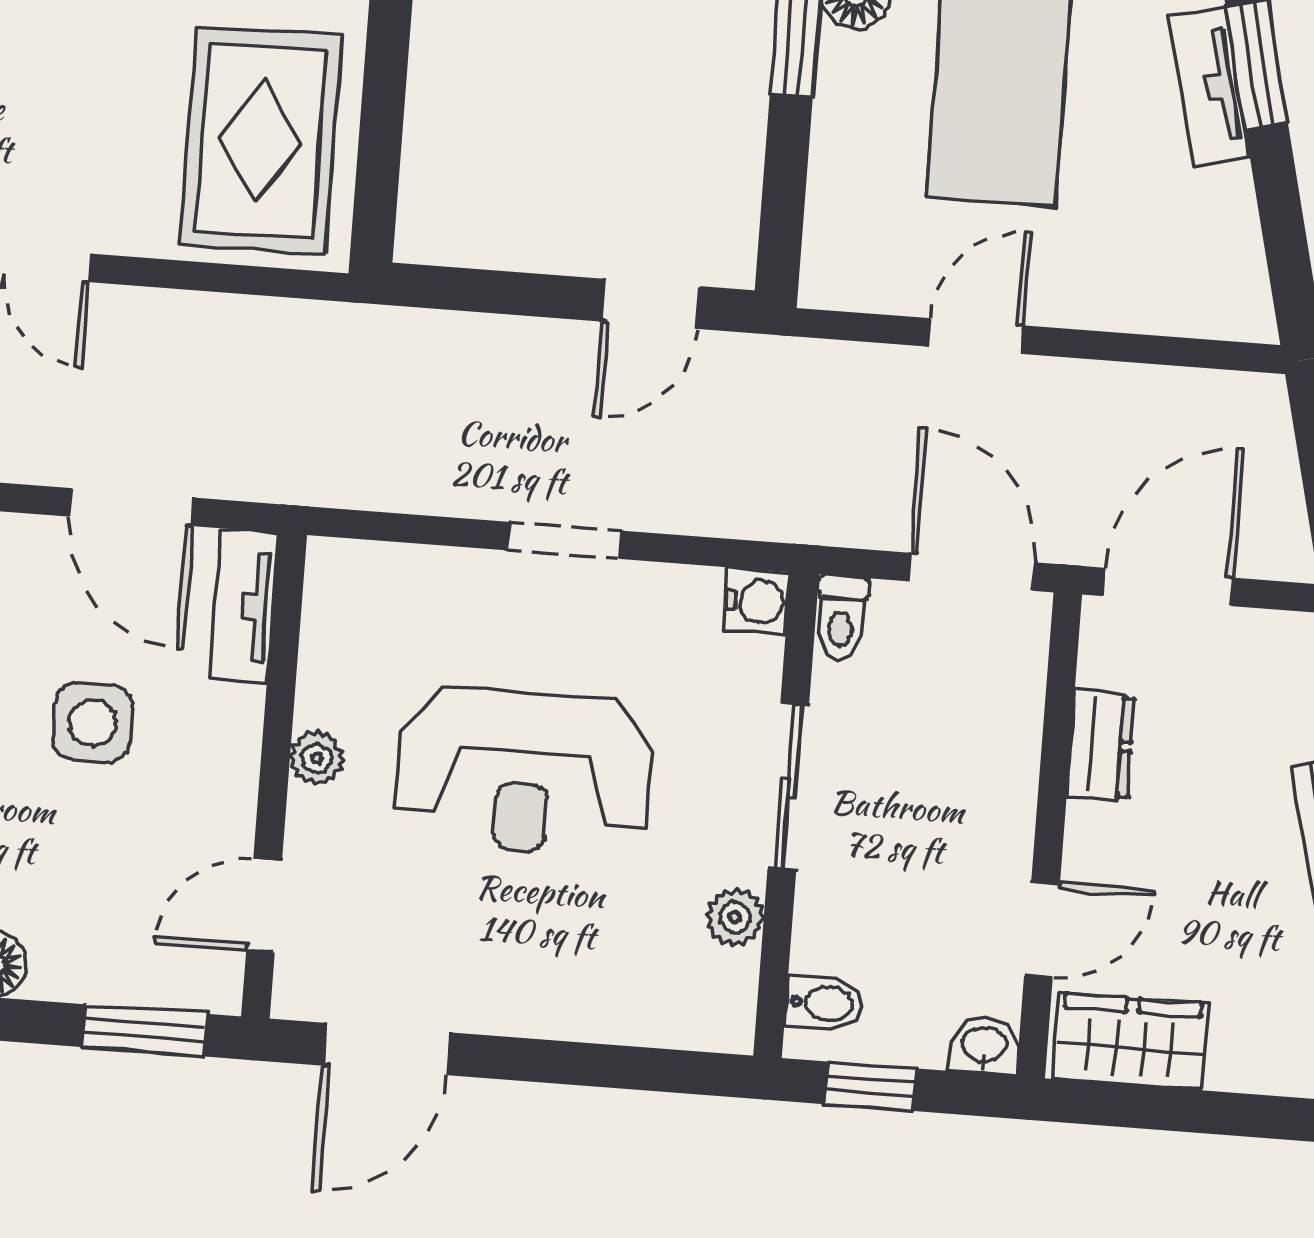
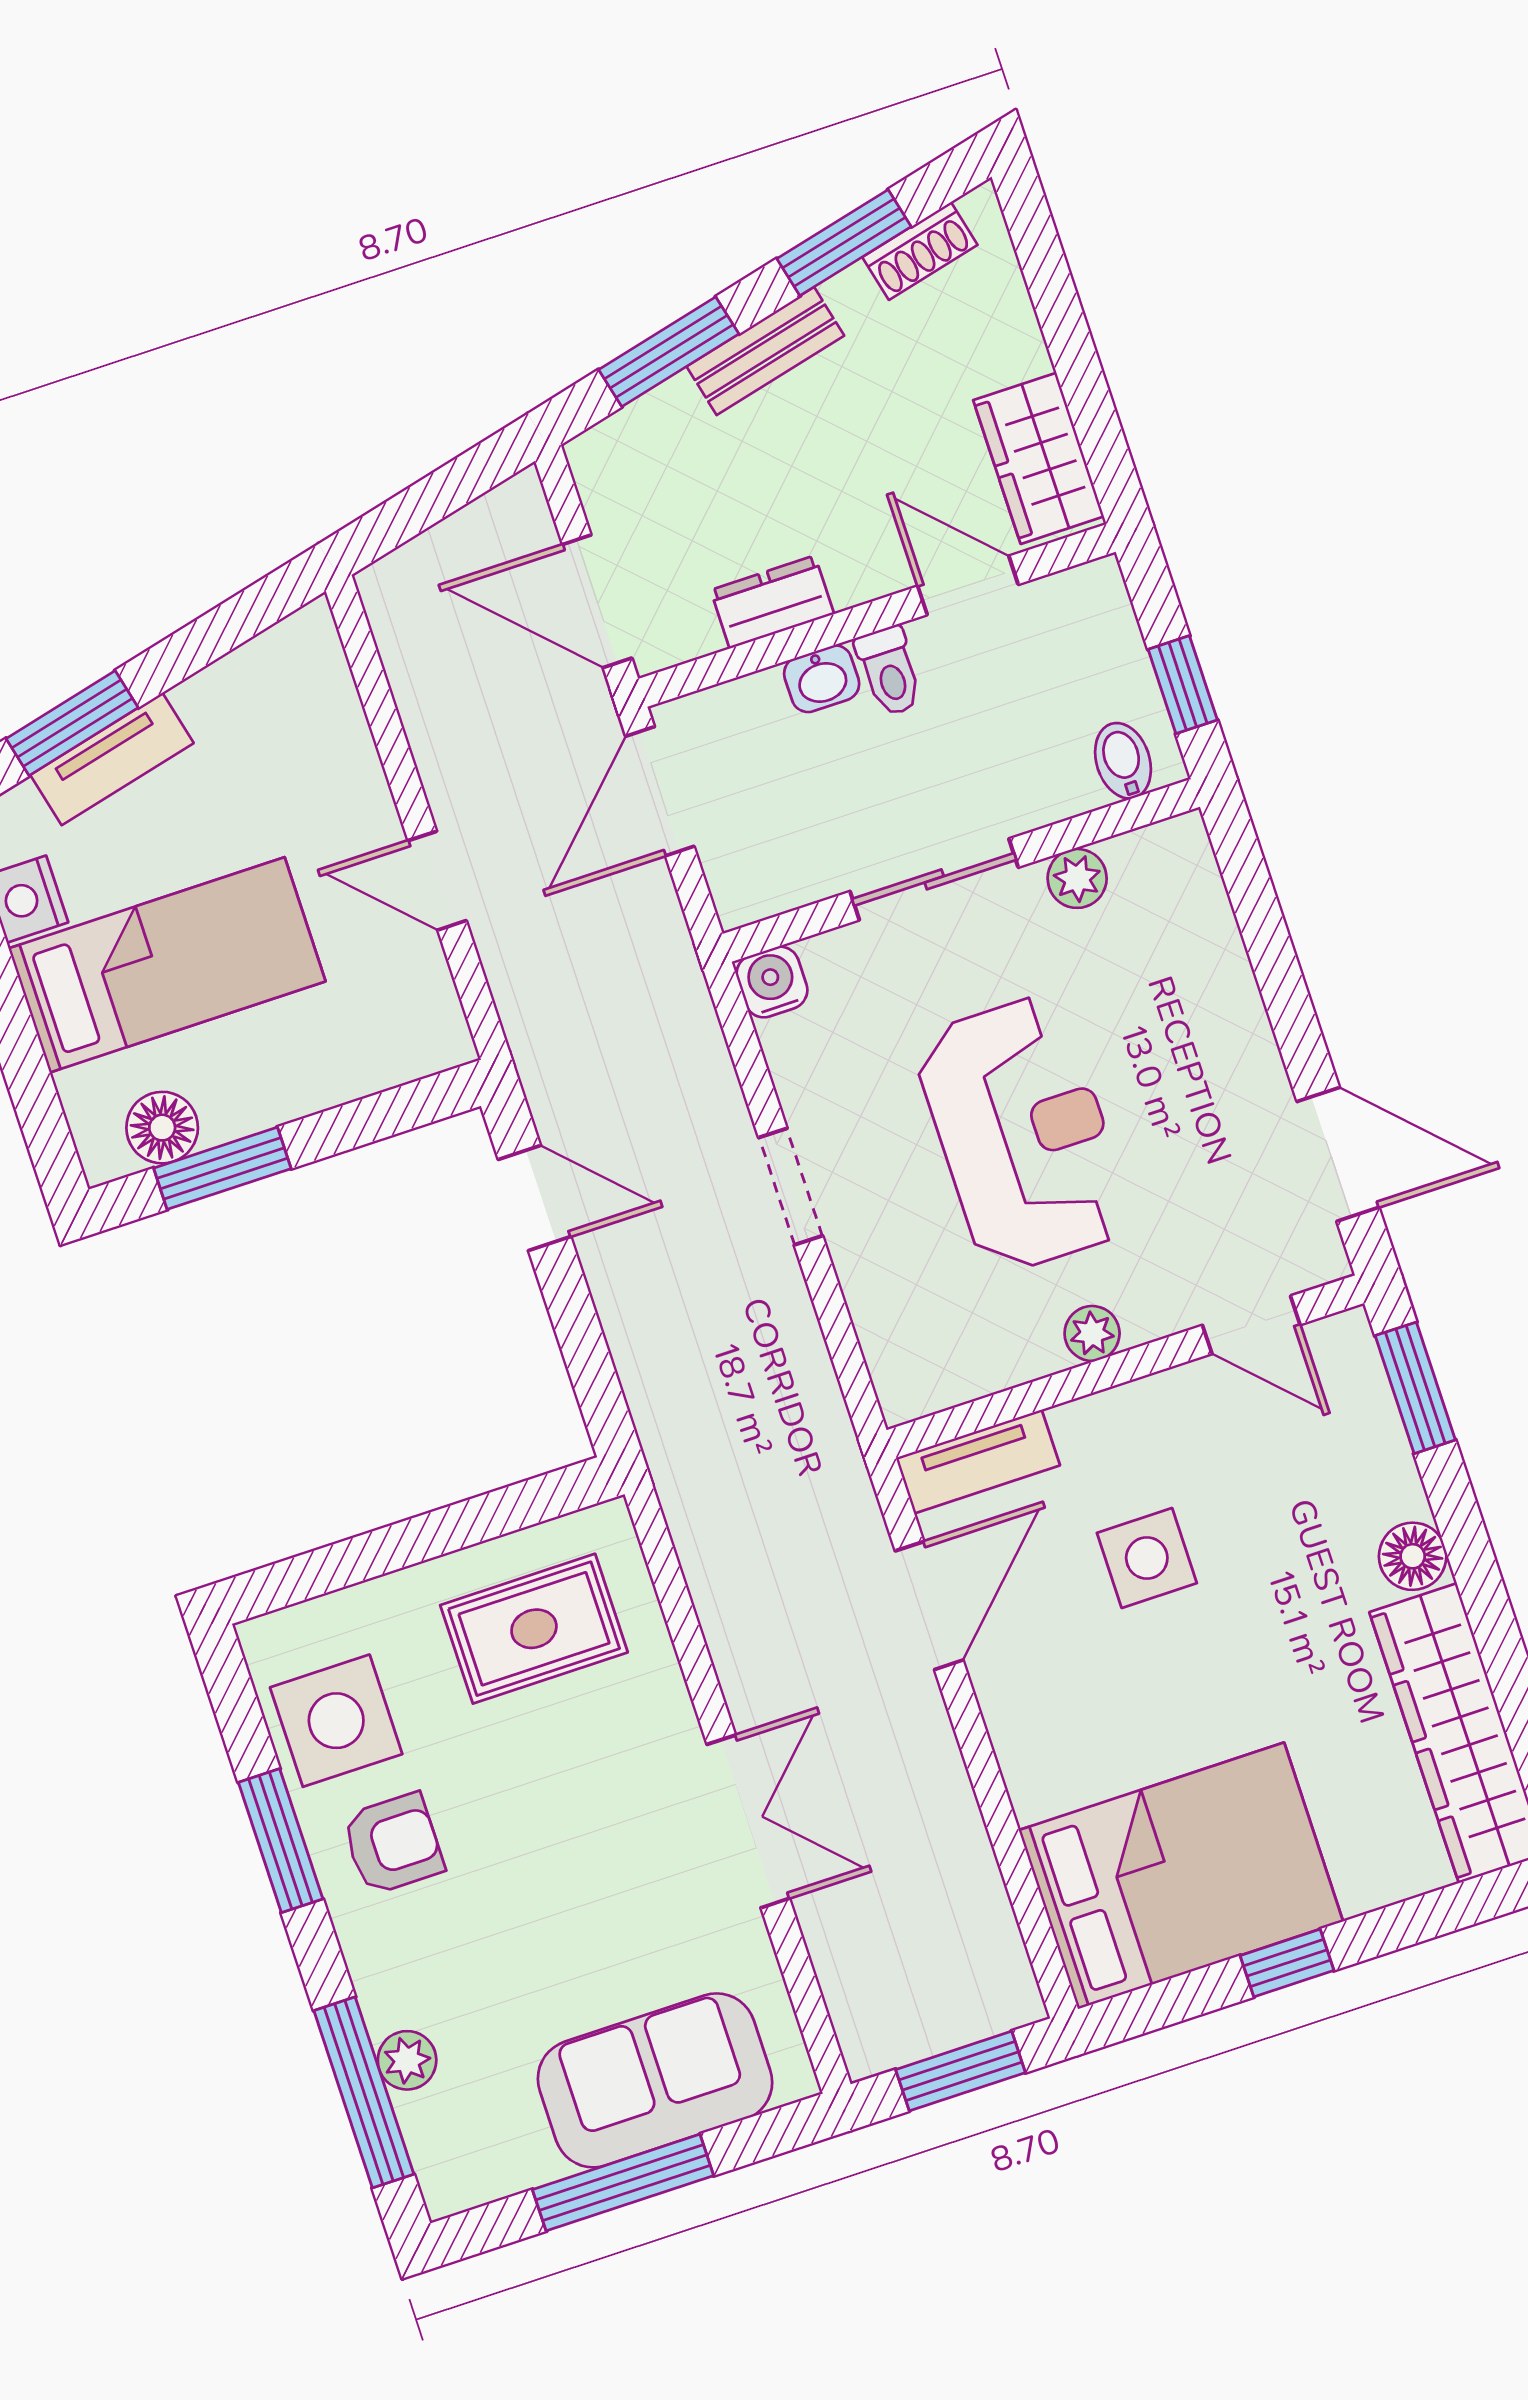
rug: (261, 140) -> (534, 1629), width x0.73, depth x0.70
toilet: (841, 618) -> (889, 671), moved, turned 90
washbasin: (984, 1046) -> (822, 679), moved, turned -90

